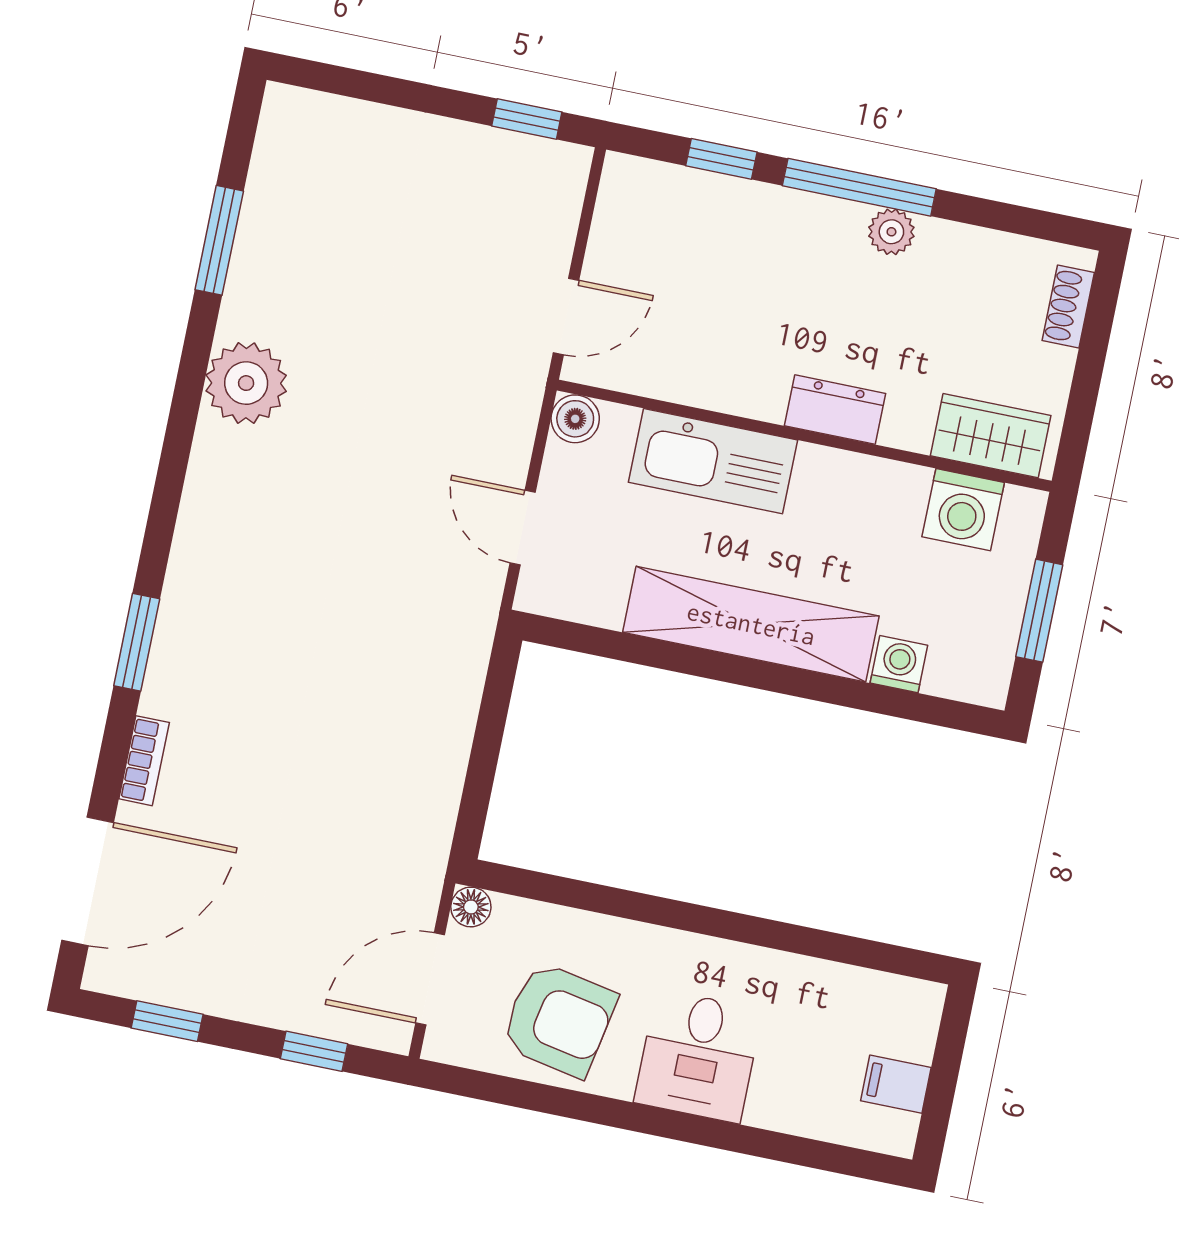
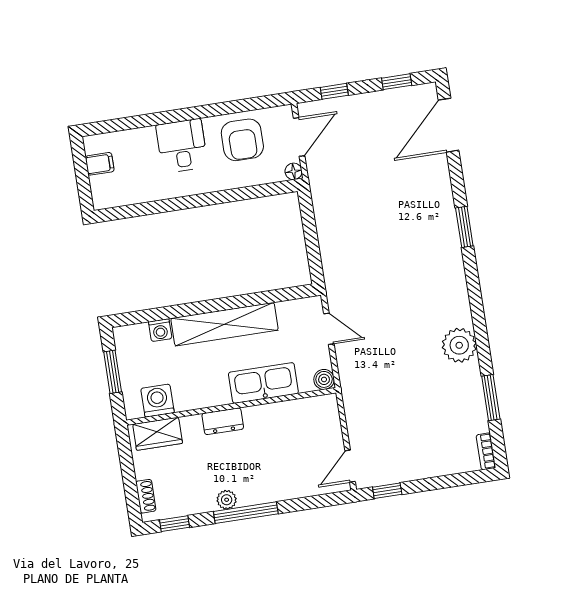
window: (721, 159) -> (175, 524), moved
door: (566, 317) -> (350, 466), moved
bookcase: (144, 761) -> (486, 451), moved
armchair: (559, 1020) -> (242, 140), turned -101

